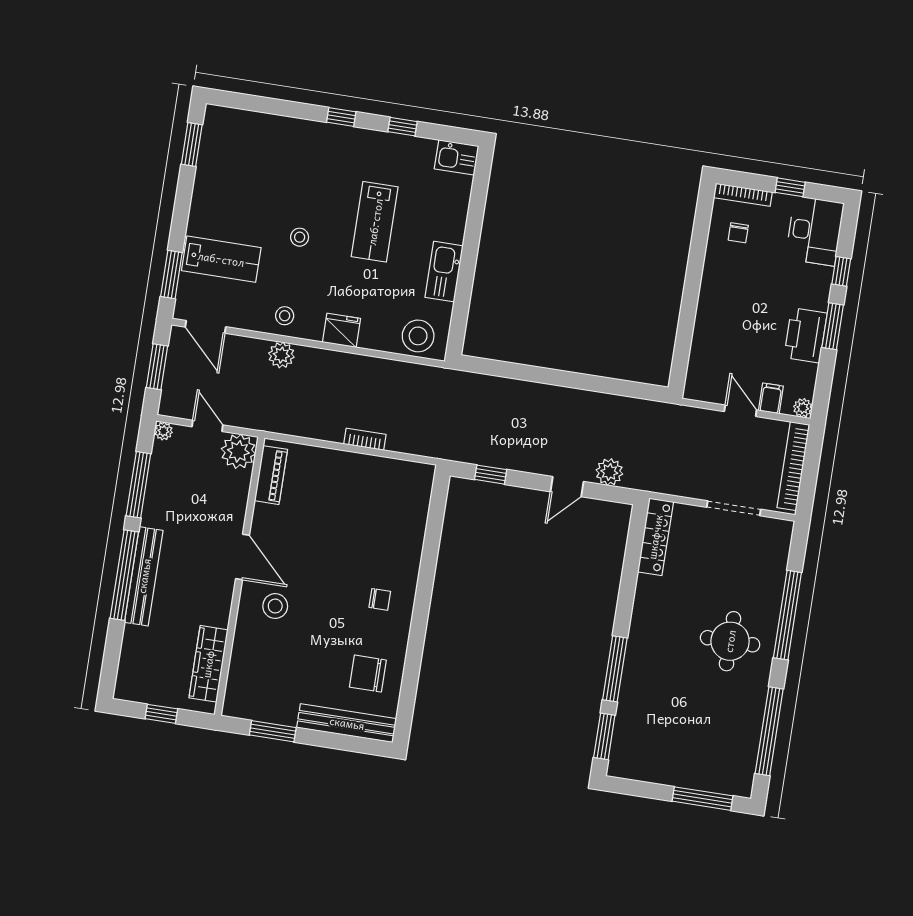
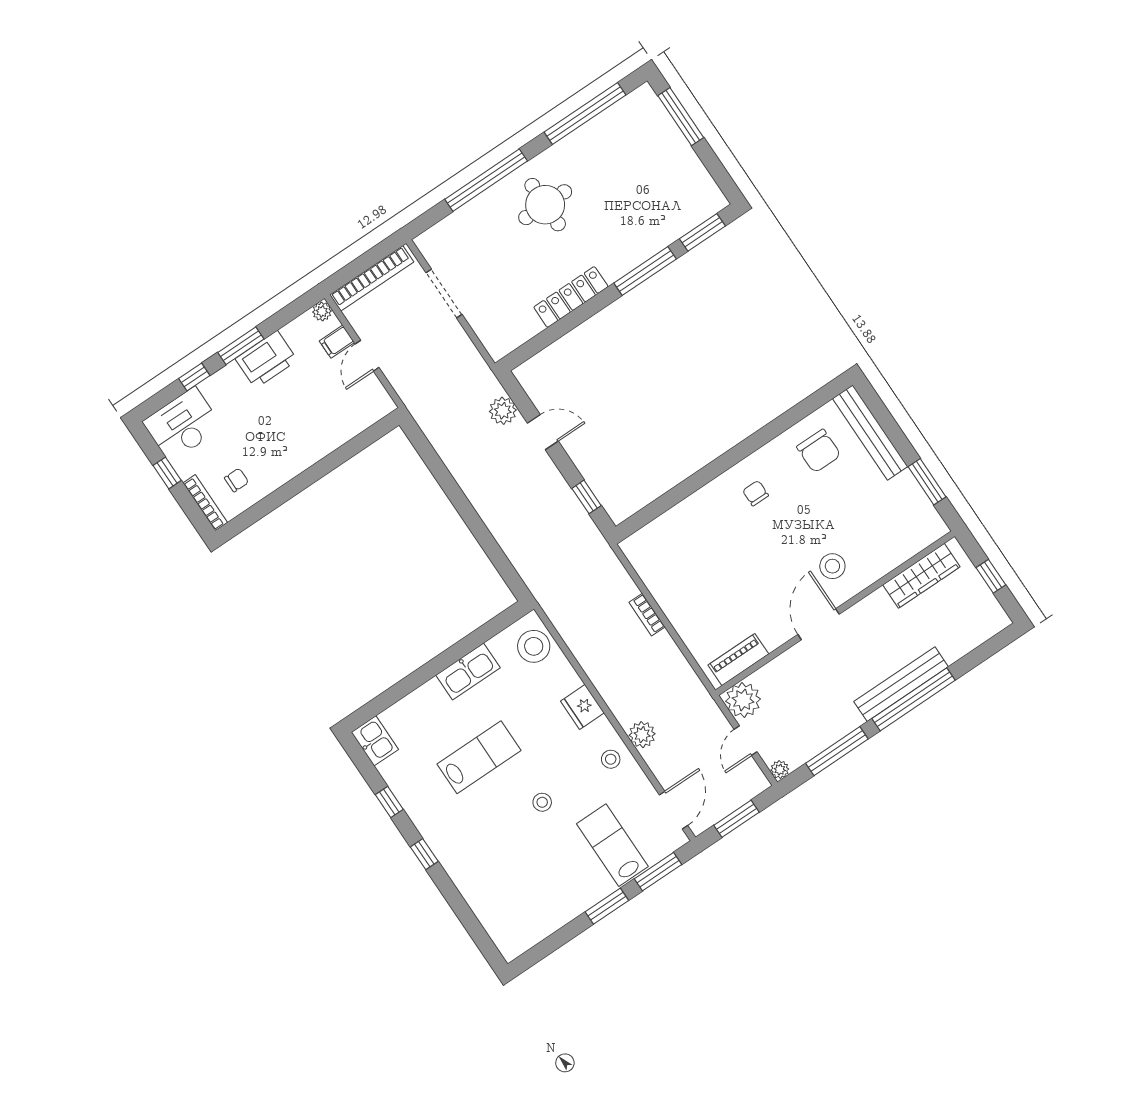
window: (192, 145) -> (607, 906), moved
locker: (655, 537) -> (571, 297), moved

